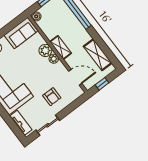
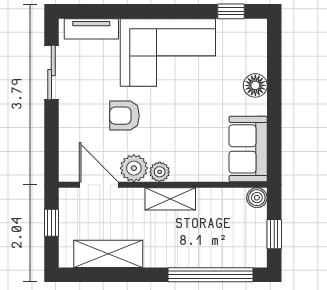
plant: (45, 50) -> (134, 168), moved
door: (75, 77) -> (99, 185), swing flipped
armchair: (52, 97) -> (125, 116), moved

